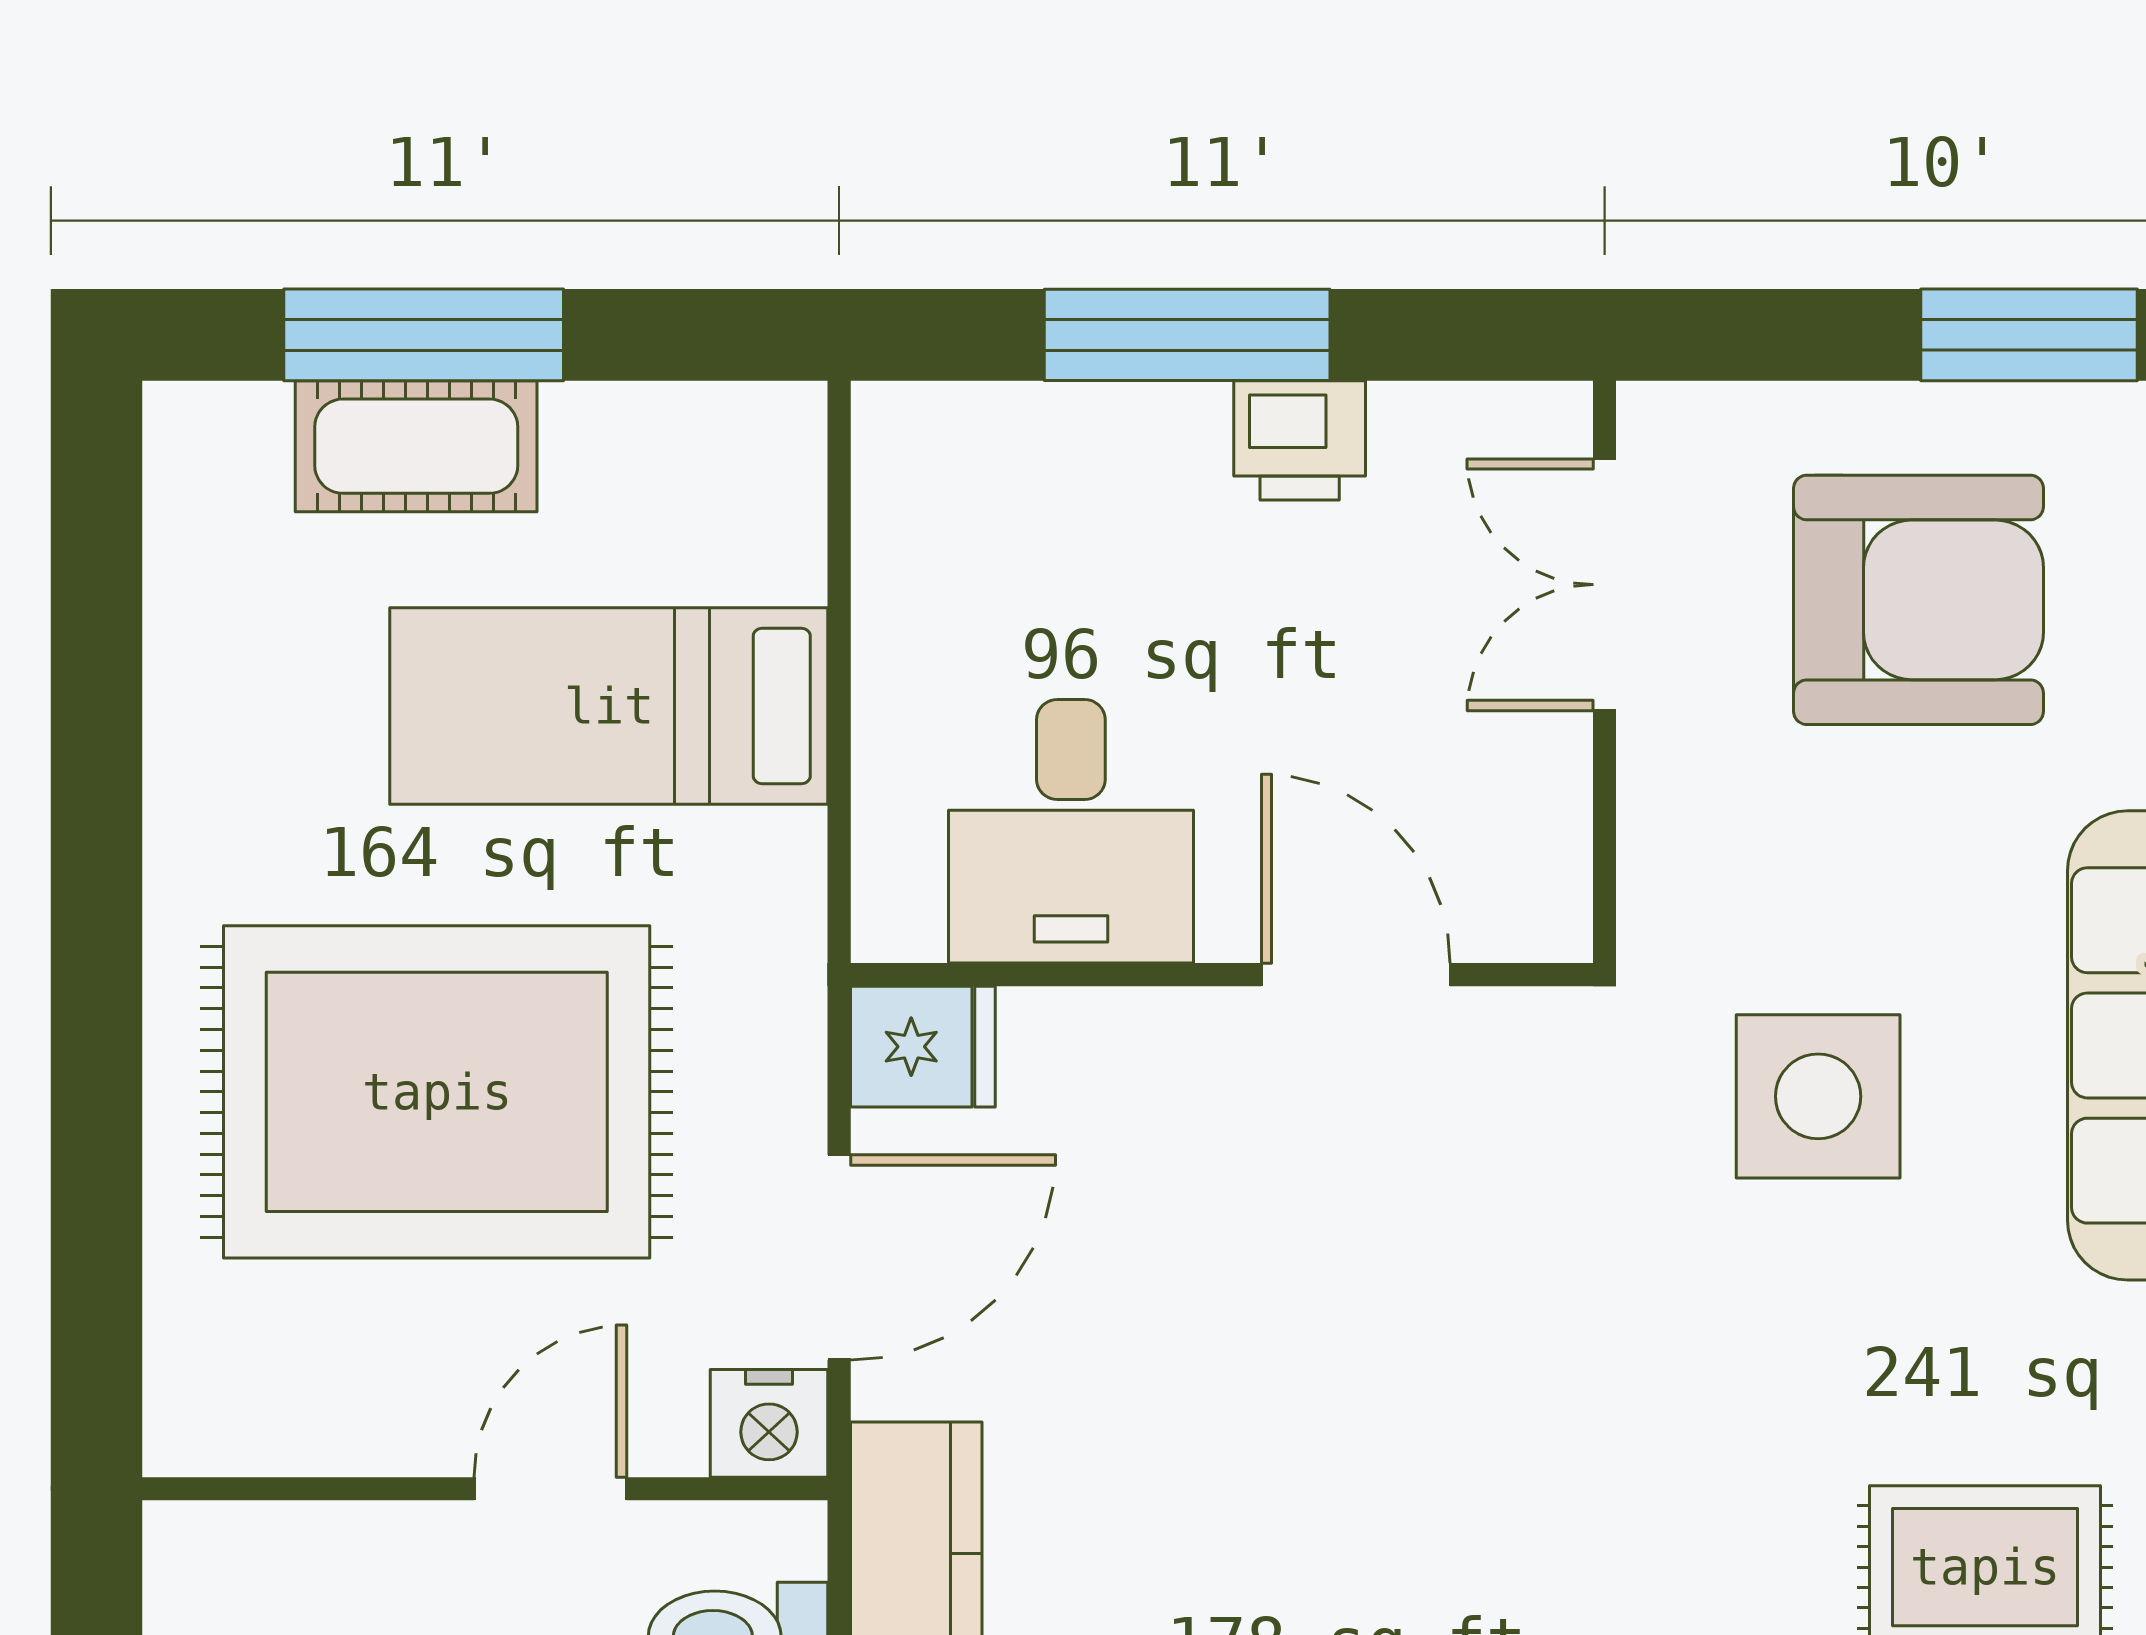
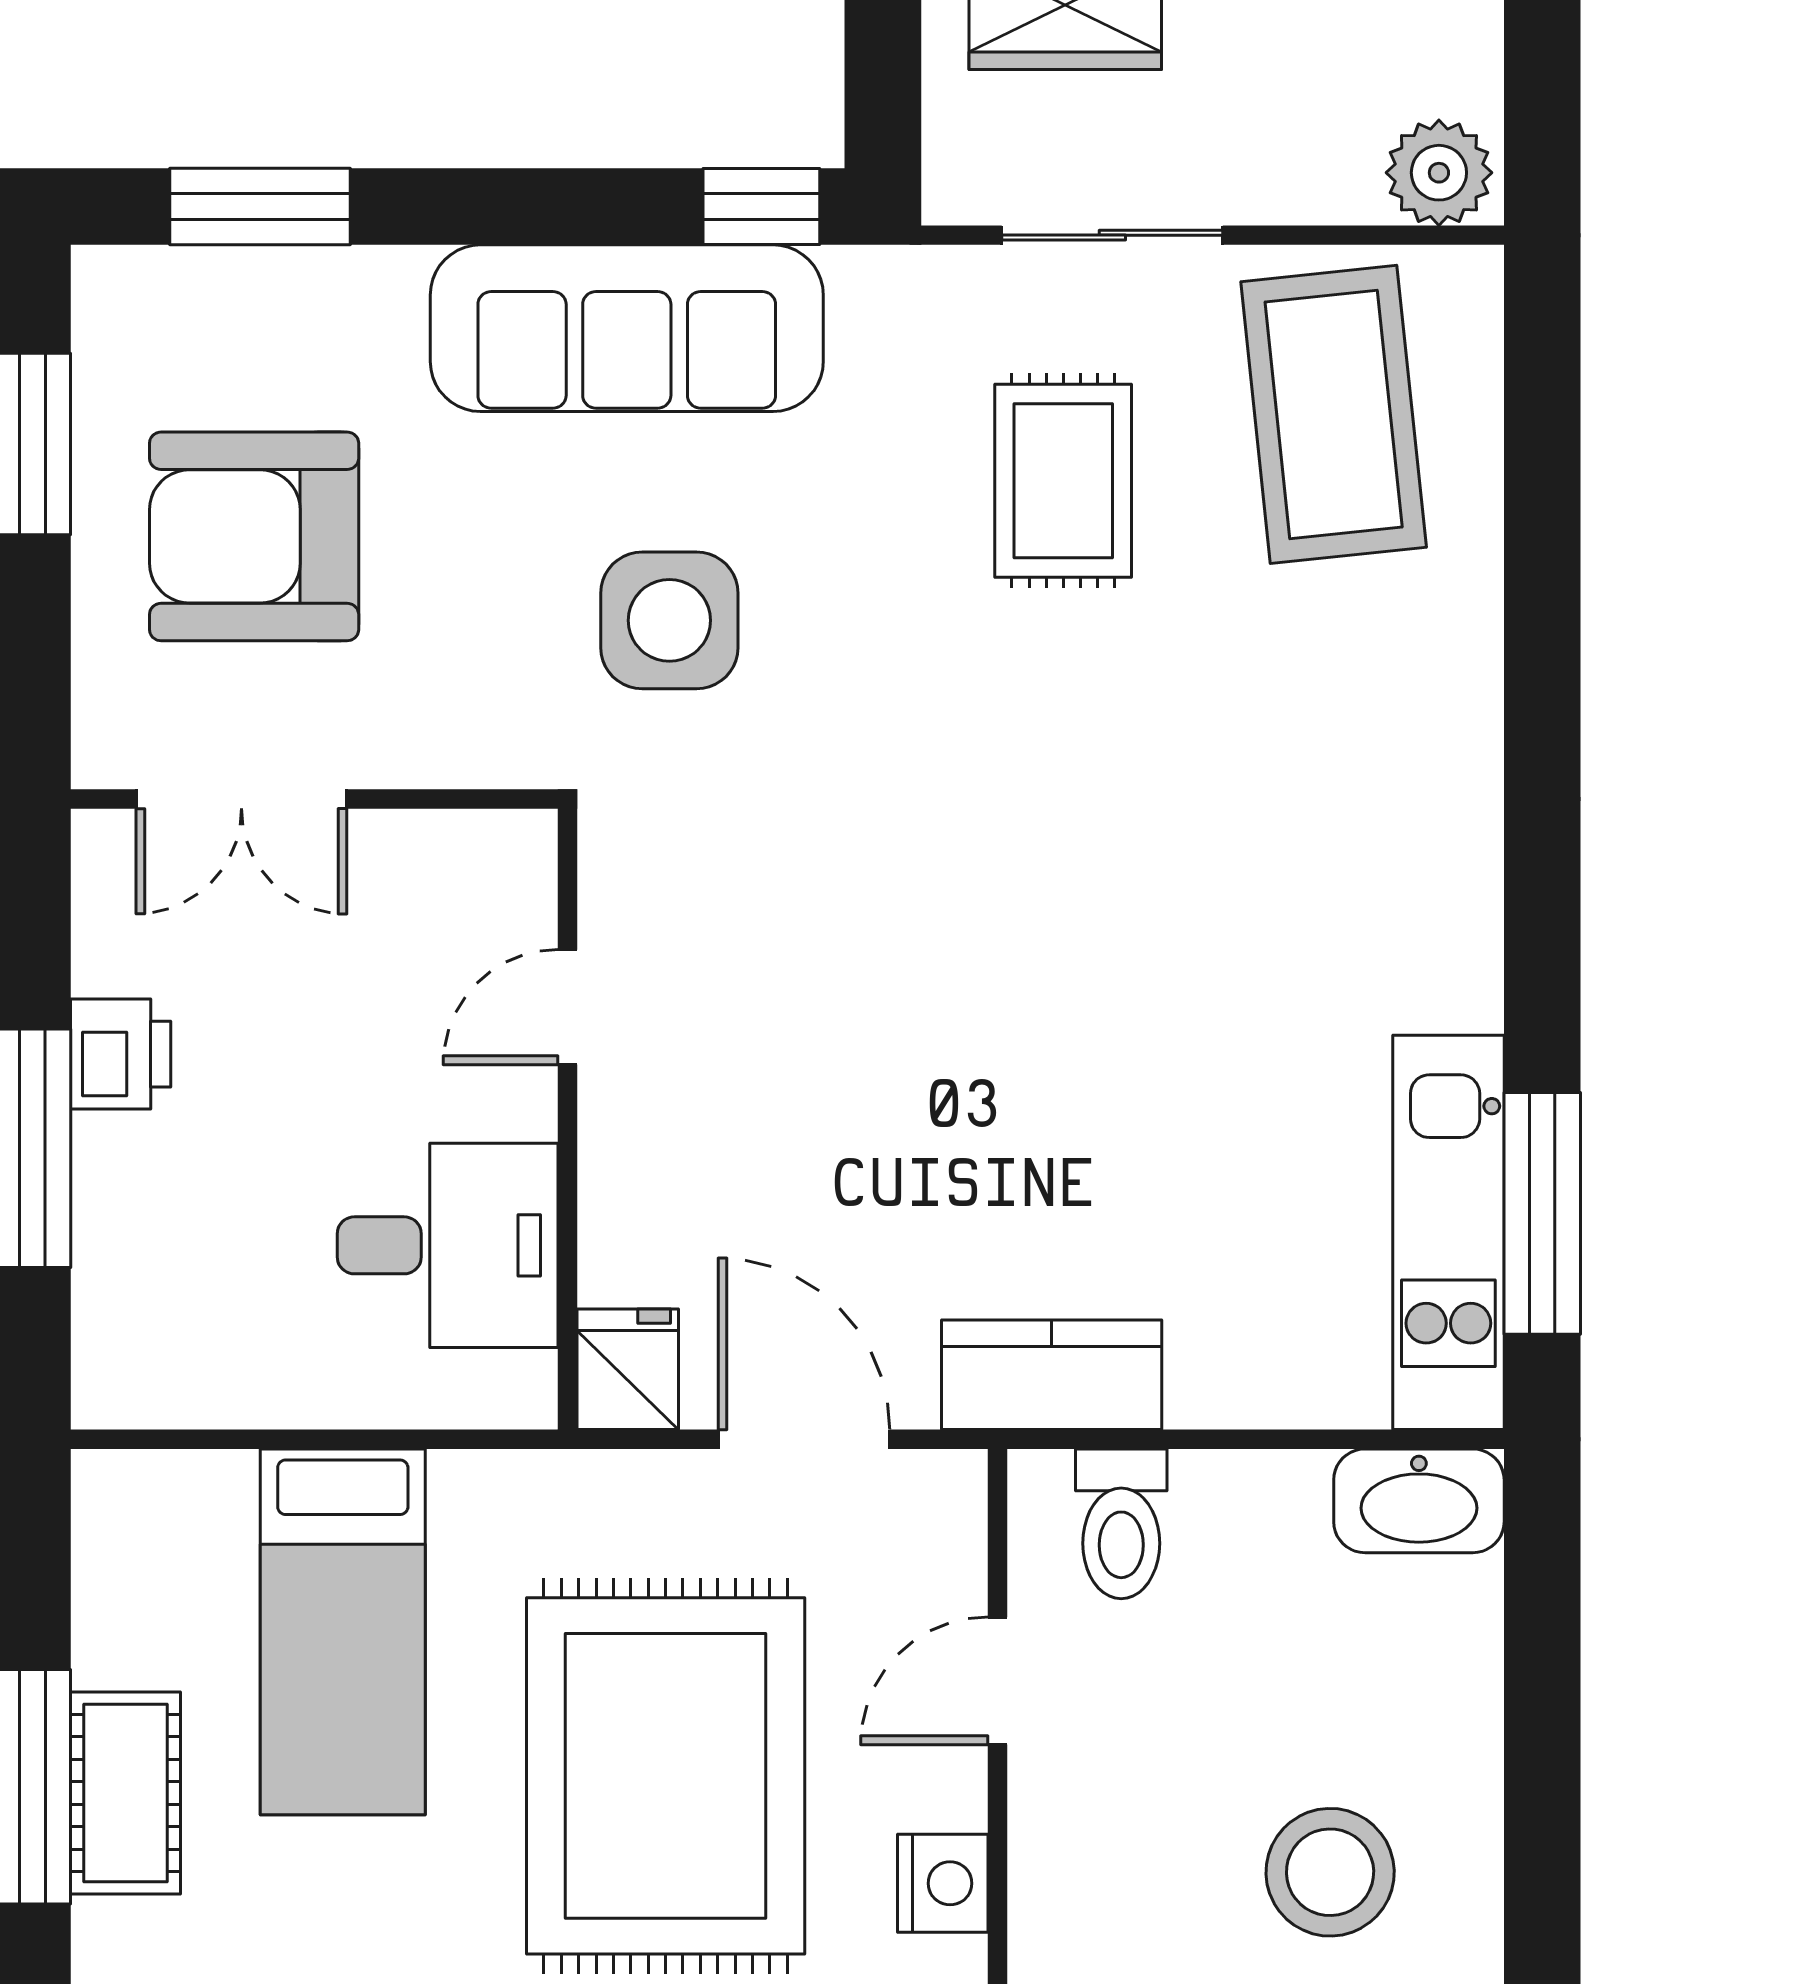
armchair: (1919, 600) -> (254, 536), turned -90
door: (1356, 975) -> (567, 1007), width x0.73
nightstand: (769, 1423) -> (943, 1883), moved
door: (550, 1489) -> (998, 1681), hinge flipped

